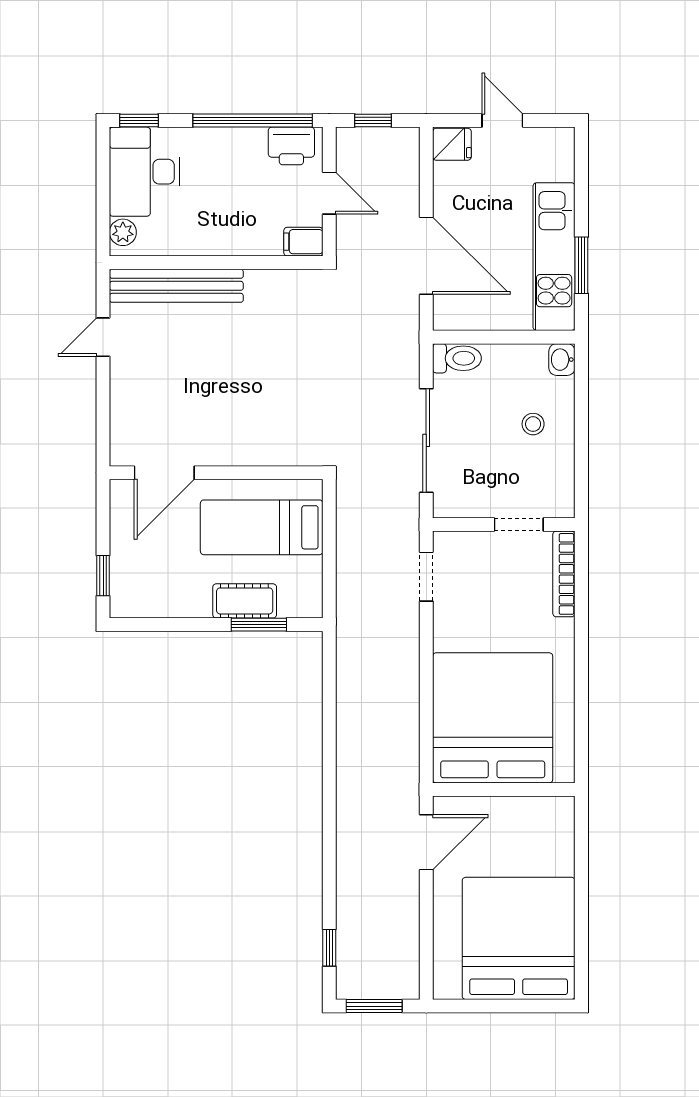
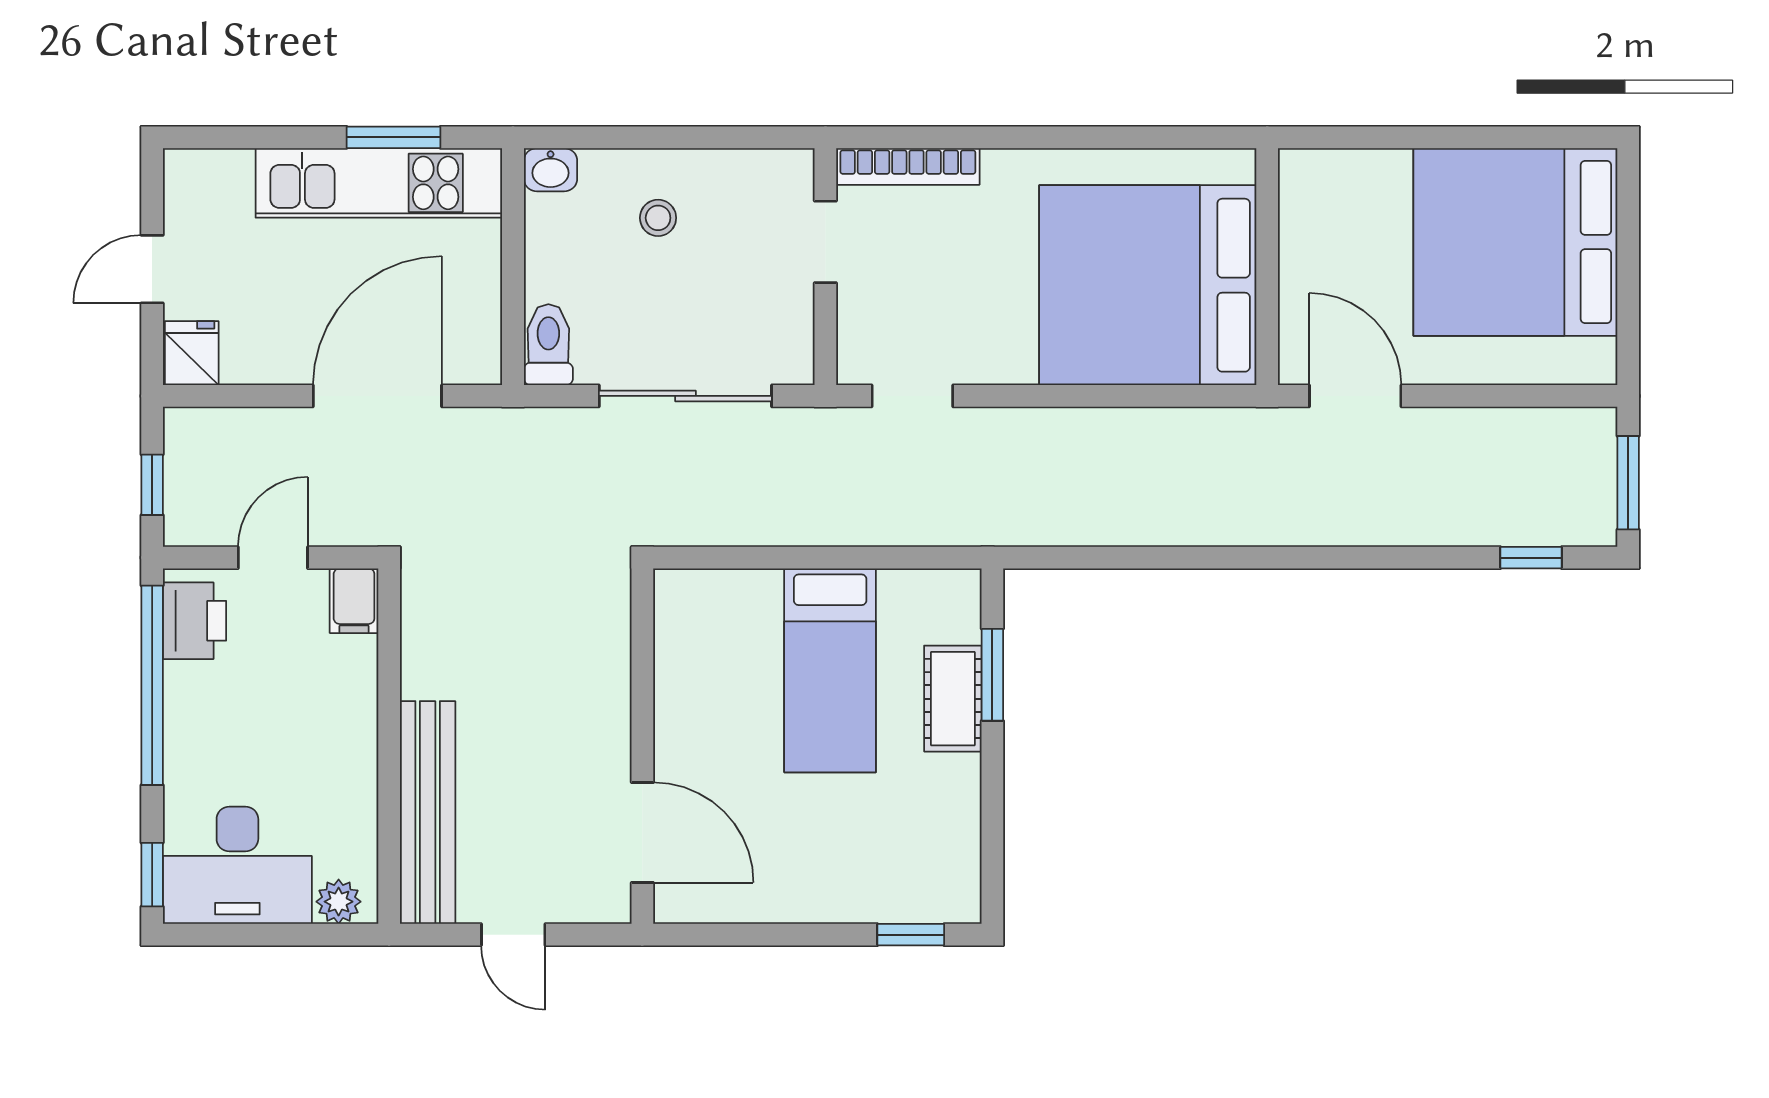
door: (164, 473) -> (642, 833), moved
wall: (216, 473) -> (642, 746), moved

